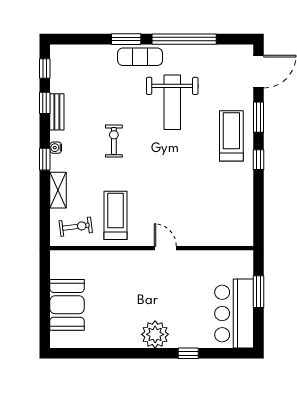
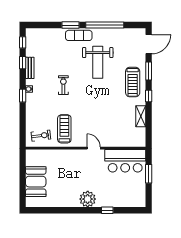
treadmill: (231, 136) -> (133, 82), turned 180
shelving: (58, 190) -> (141, 116), moved
bar counter: (234, 313) -> (125, 161), moved, turned -90

